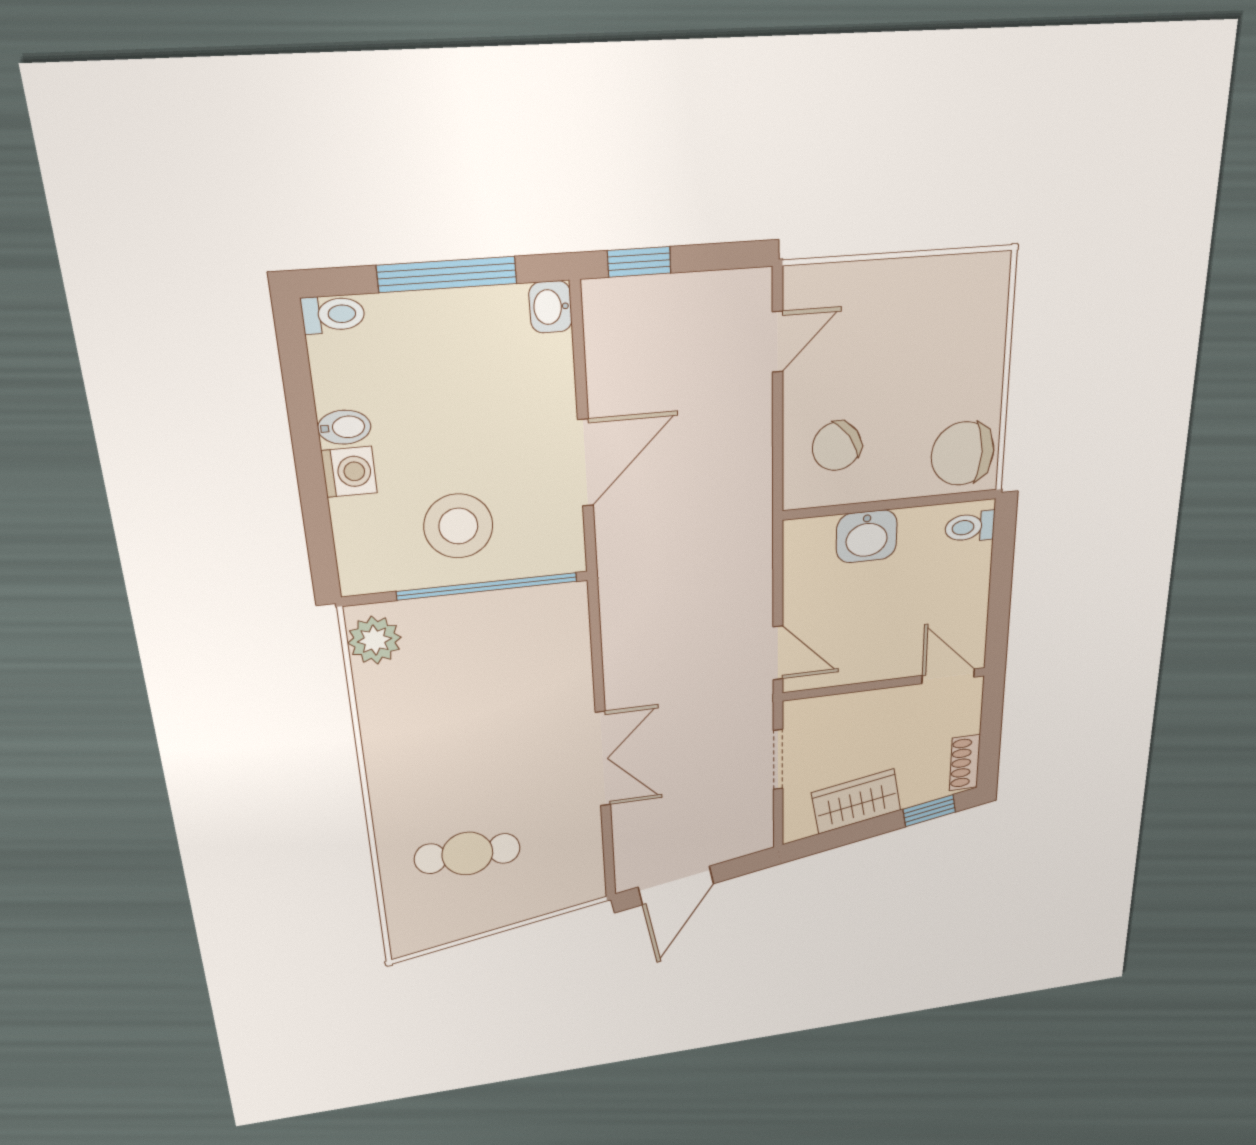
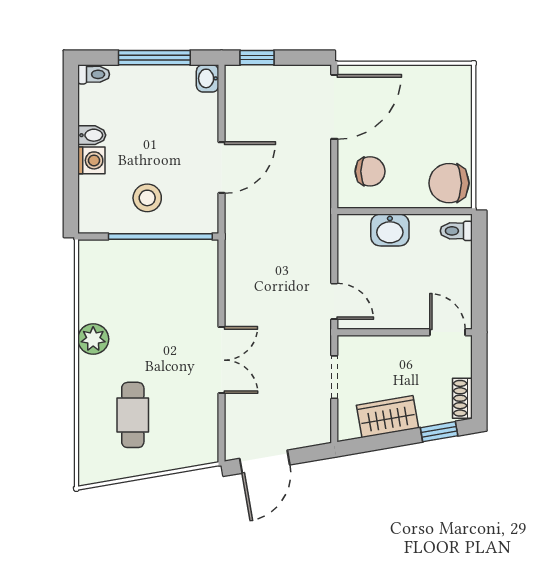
door: (778, 342) -> (334, 107), width x1.87
chair: (837, 446) -> (370, 171), turned -145
stool: (458, 526) -> (147, 198), width x0.73, depth x0.73
plant: (375, 640) -> (93, 339), moved
cafe table: (467, 854) -> (133, 415), turned 90

